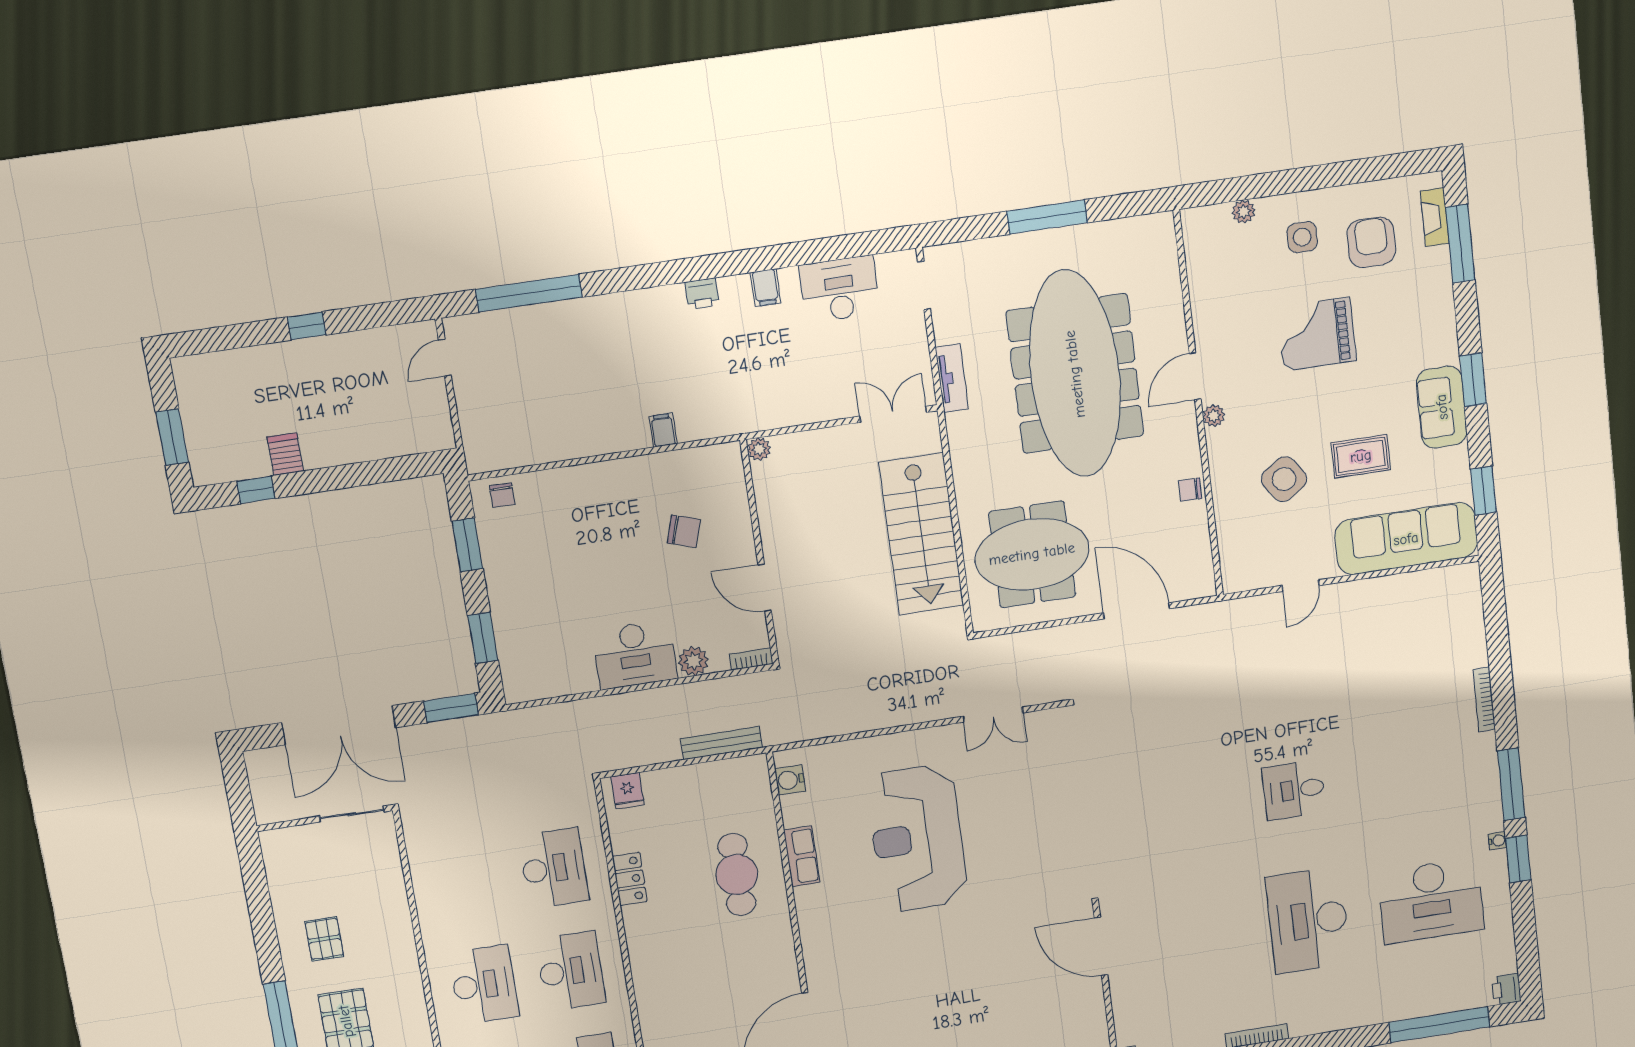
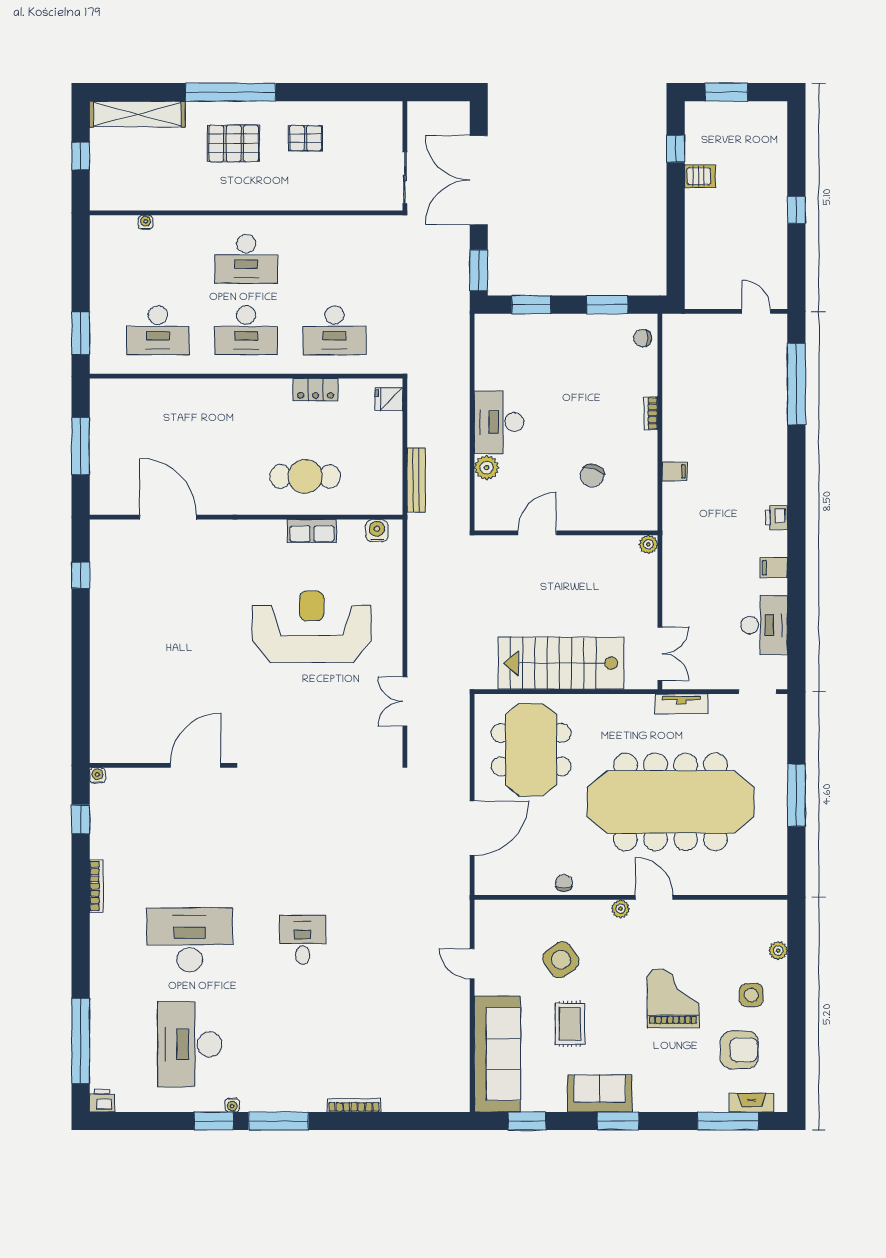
bookcase: (751, 659) -> (651, 413), moved, turned 180

